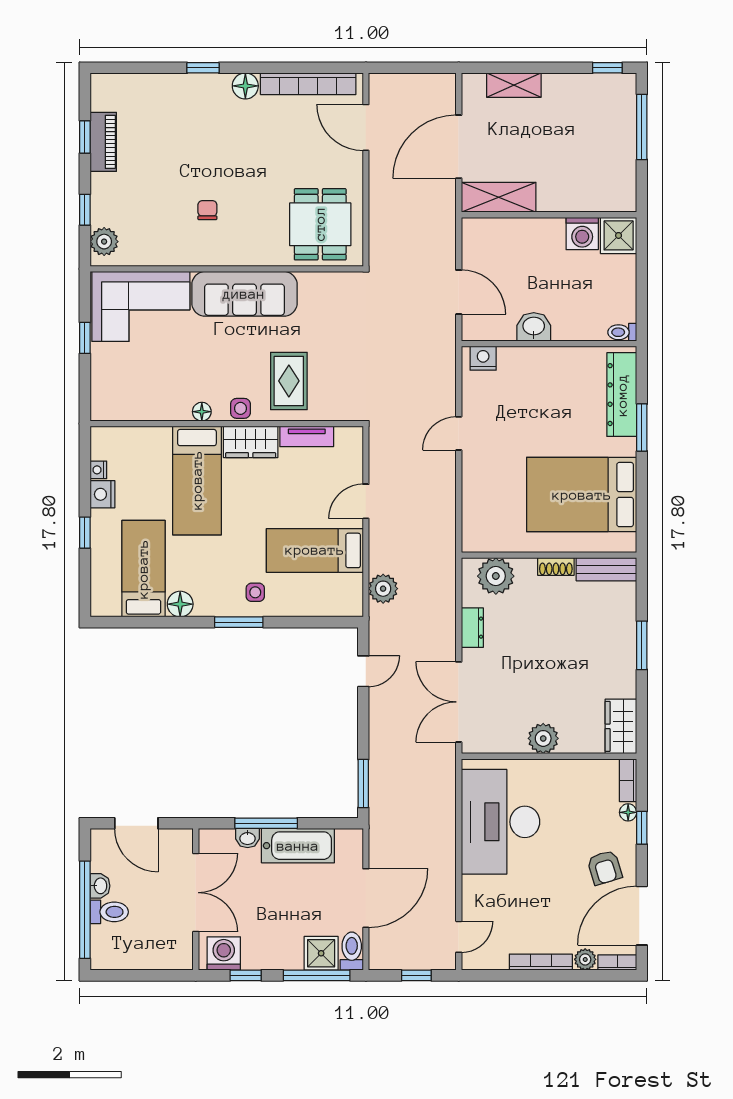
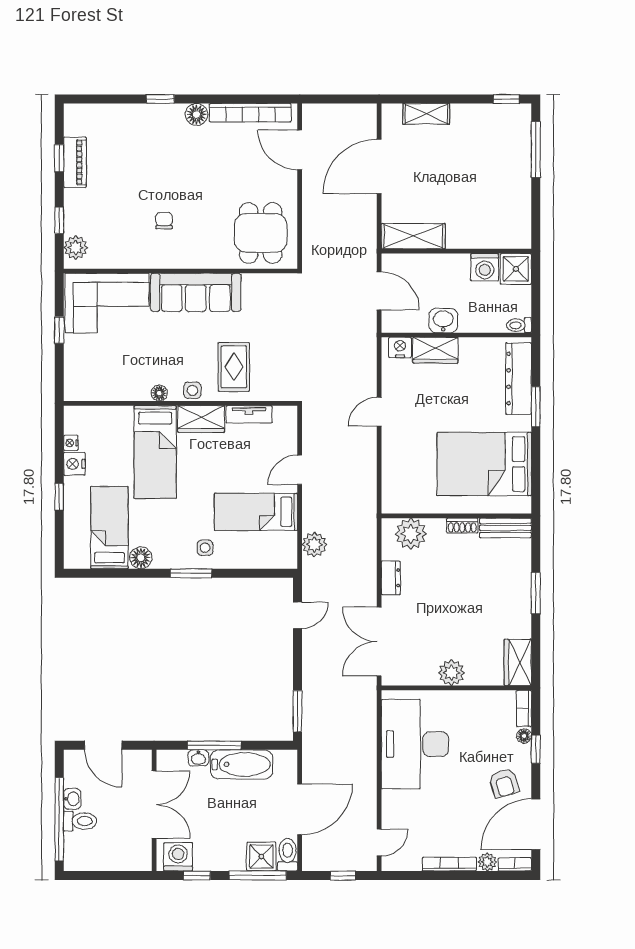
shelving: (499, 197) -> (413, 236), moved
wall: (549, 215) -> (456, 251), moved
washing machine: (582, 233) -> (485, 267), moved
shower: (619, 235) -> (516, 269), moved
wardrobe: (525, 361) -> (435, 350), added

